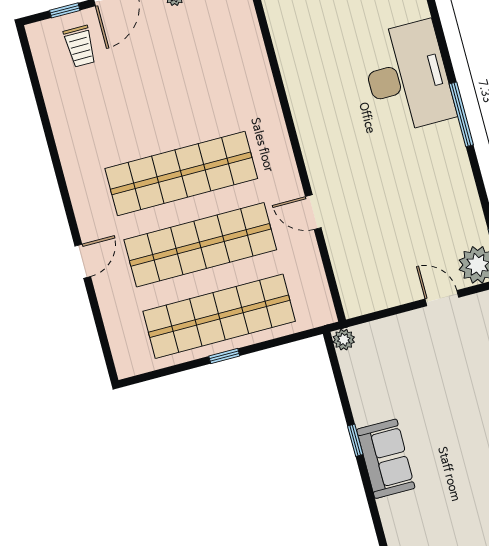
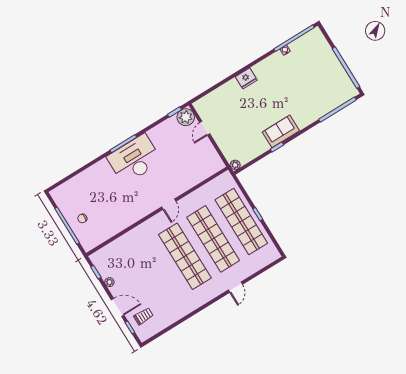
desk: (408, 77) -> (134, 159), moved
door: (313, 212) -> (169, 204), moved
door: (83, 261) -> (235, 287), swing flipped

